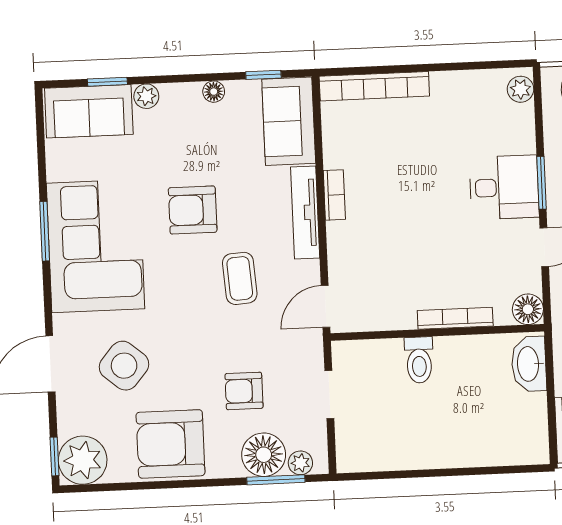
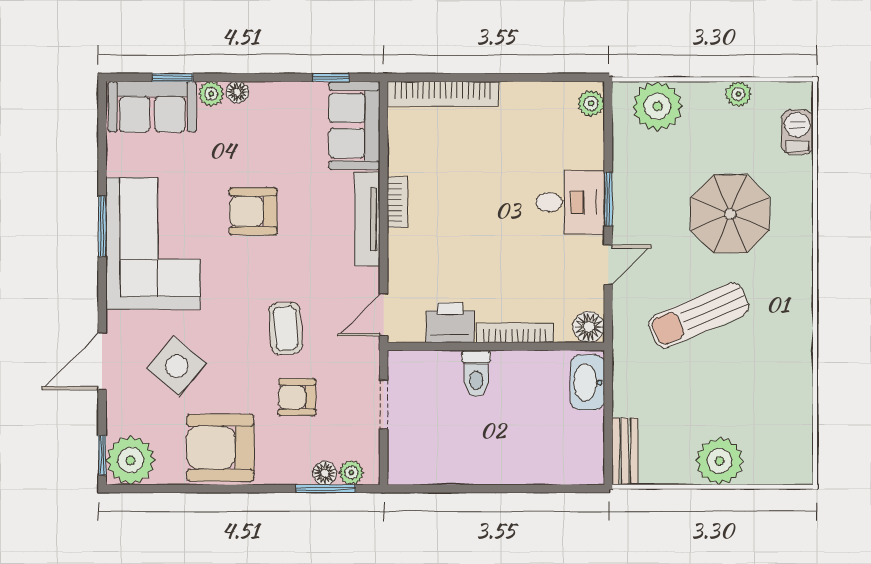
floor lamp: (214, 92) -> (237, 92), moved
coffee table: (240, 278) -> (286, 328), moved
printer: (391, 311) -> (450, 323), added
floor lamp: (264, 455) -> (325, 473), width x0.53, depth x0.53

